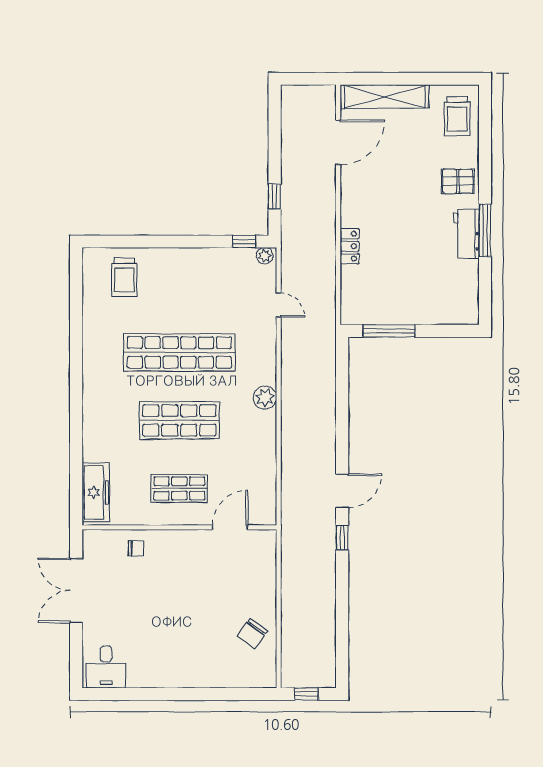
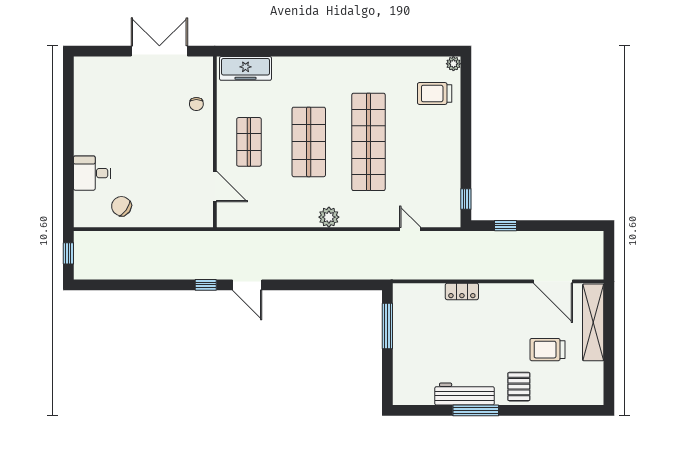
trolley: (457, 116) -> (547, 350), moved
workbench: (466, 234) -> (465, 394), width x1.38
plant: (265, 256) -> (453, 64), moved
door: (279, 305) -> (410, 229), swing flipped
desk: (106, 667) -> (92, 173), moved

